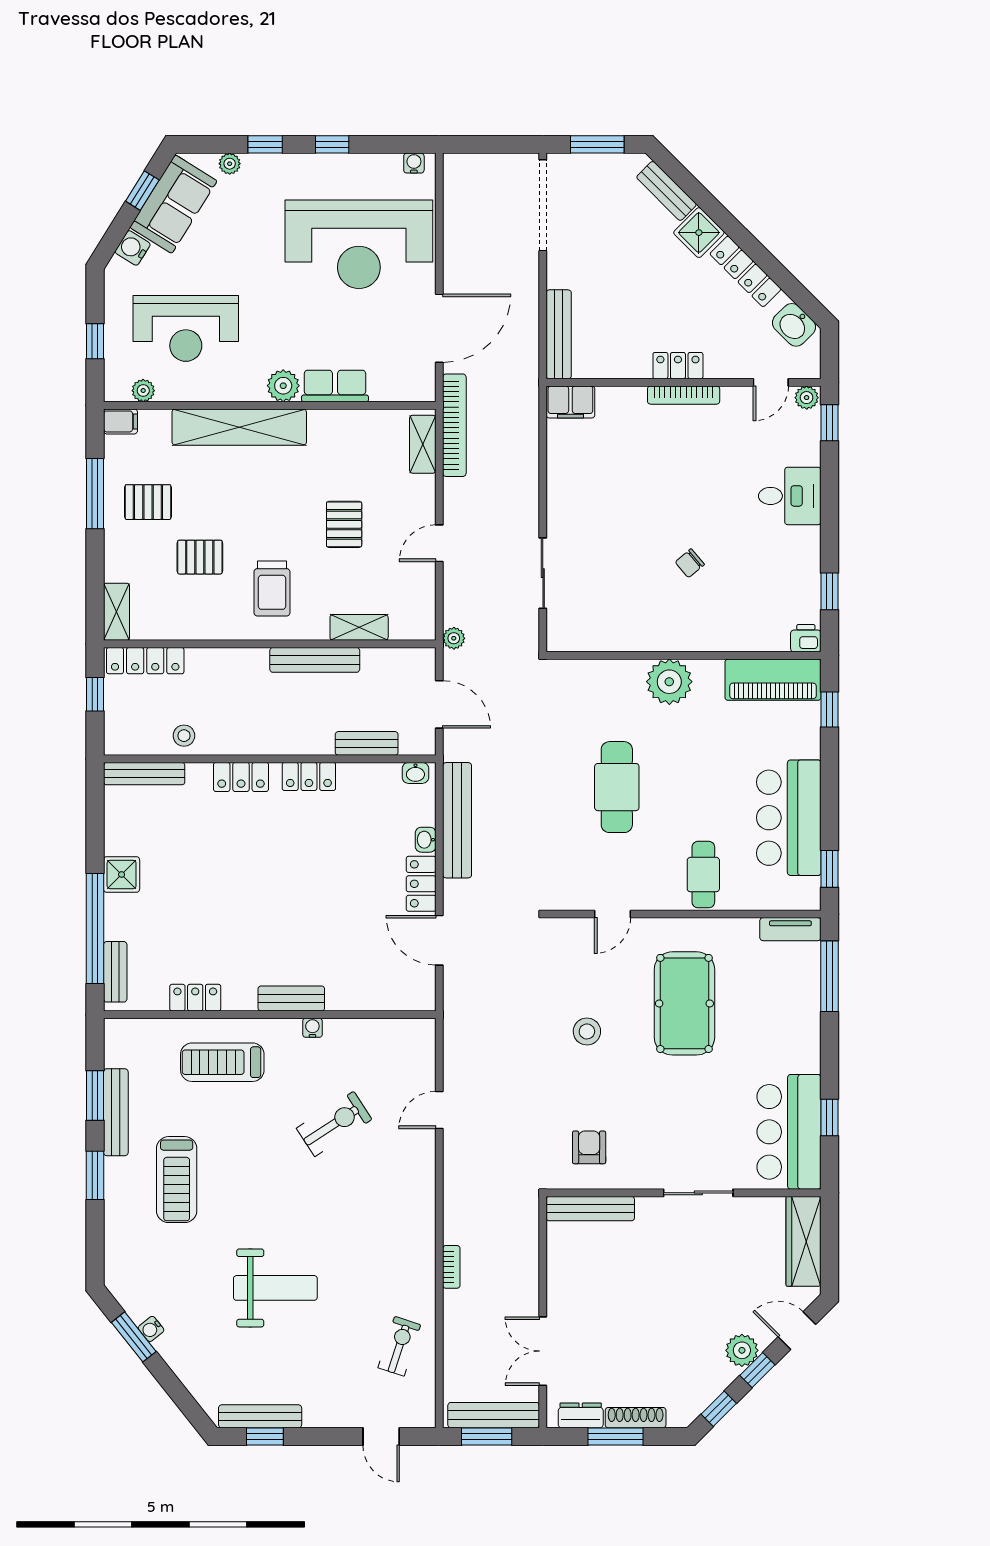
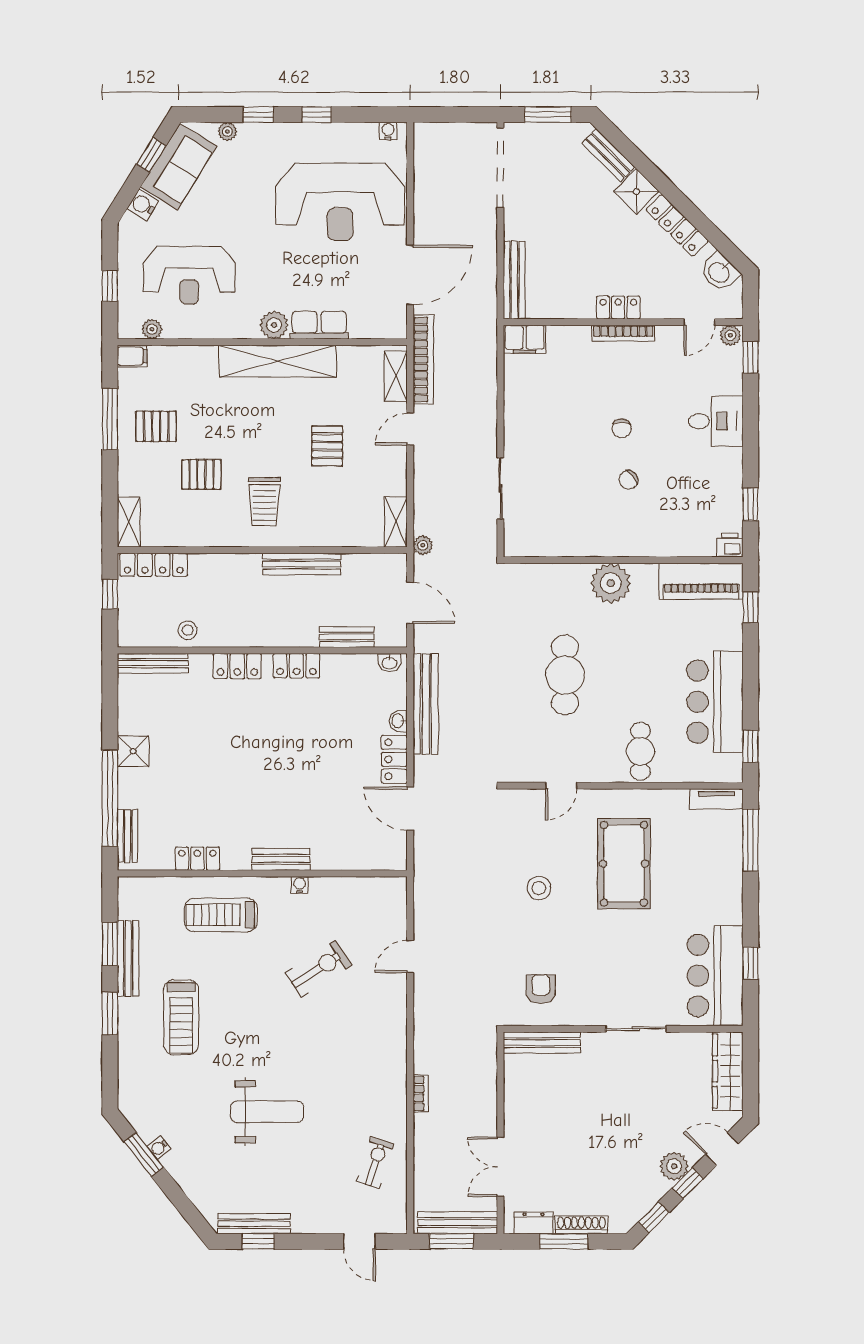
shelving: (239, 427) -> (278, 361), moved
chair: (682, 504) -> (622, 428), added
door: (439, 543) -> (410, 429), moved
shelving: (359, 627) -> (396, 522), moved, turned 90

